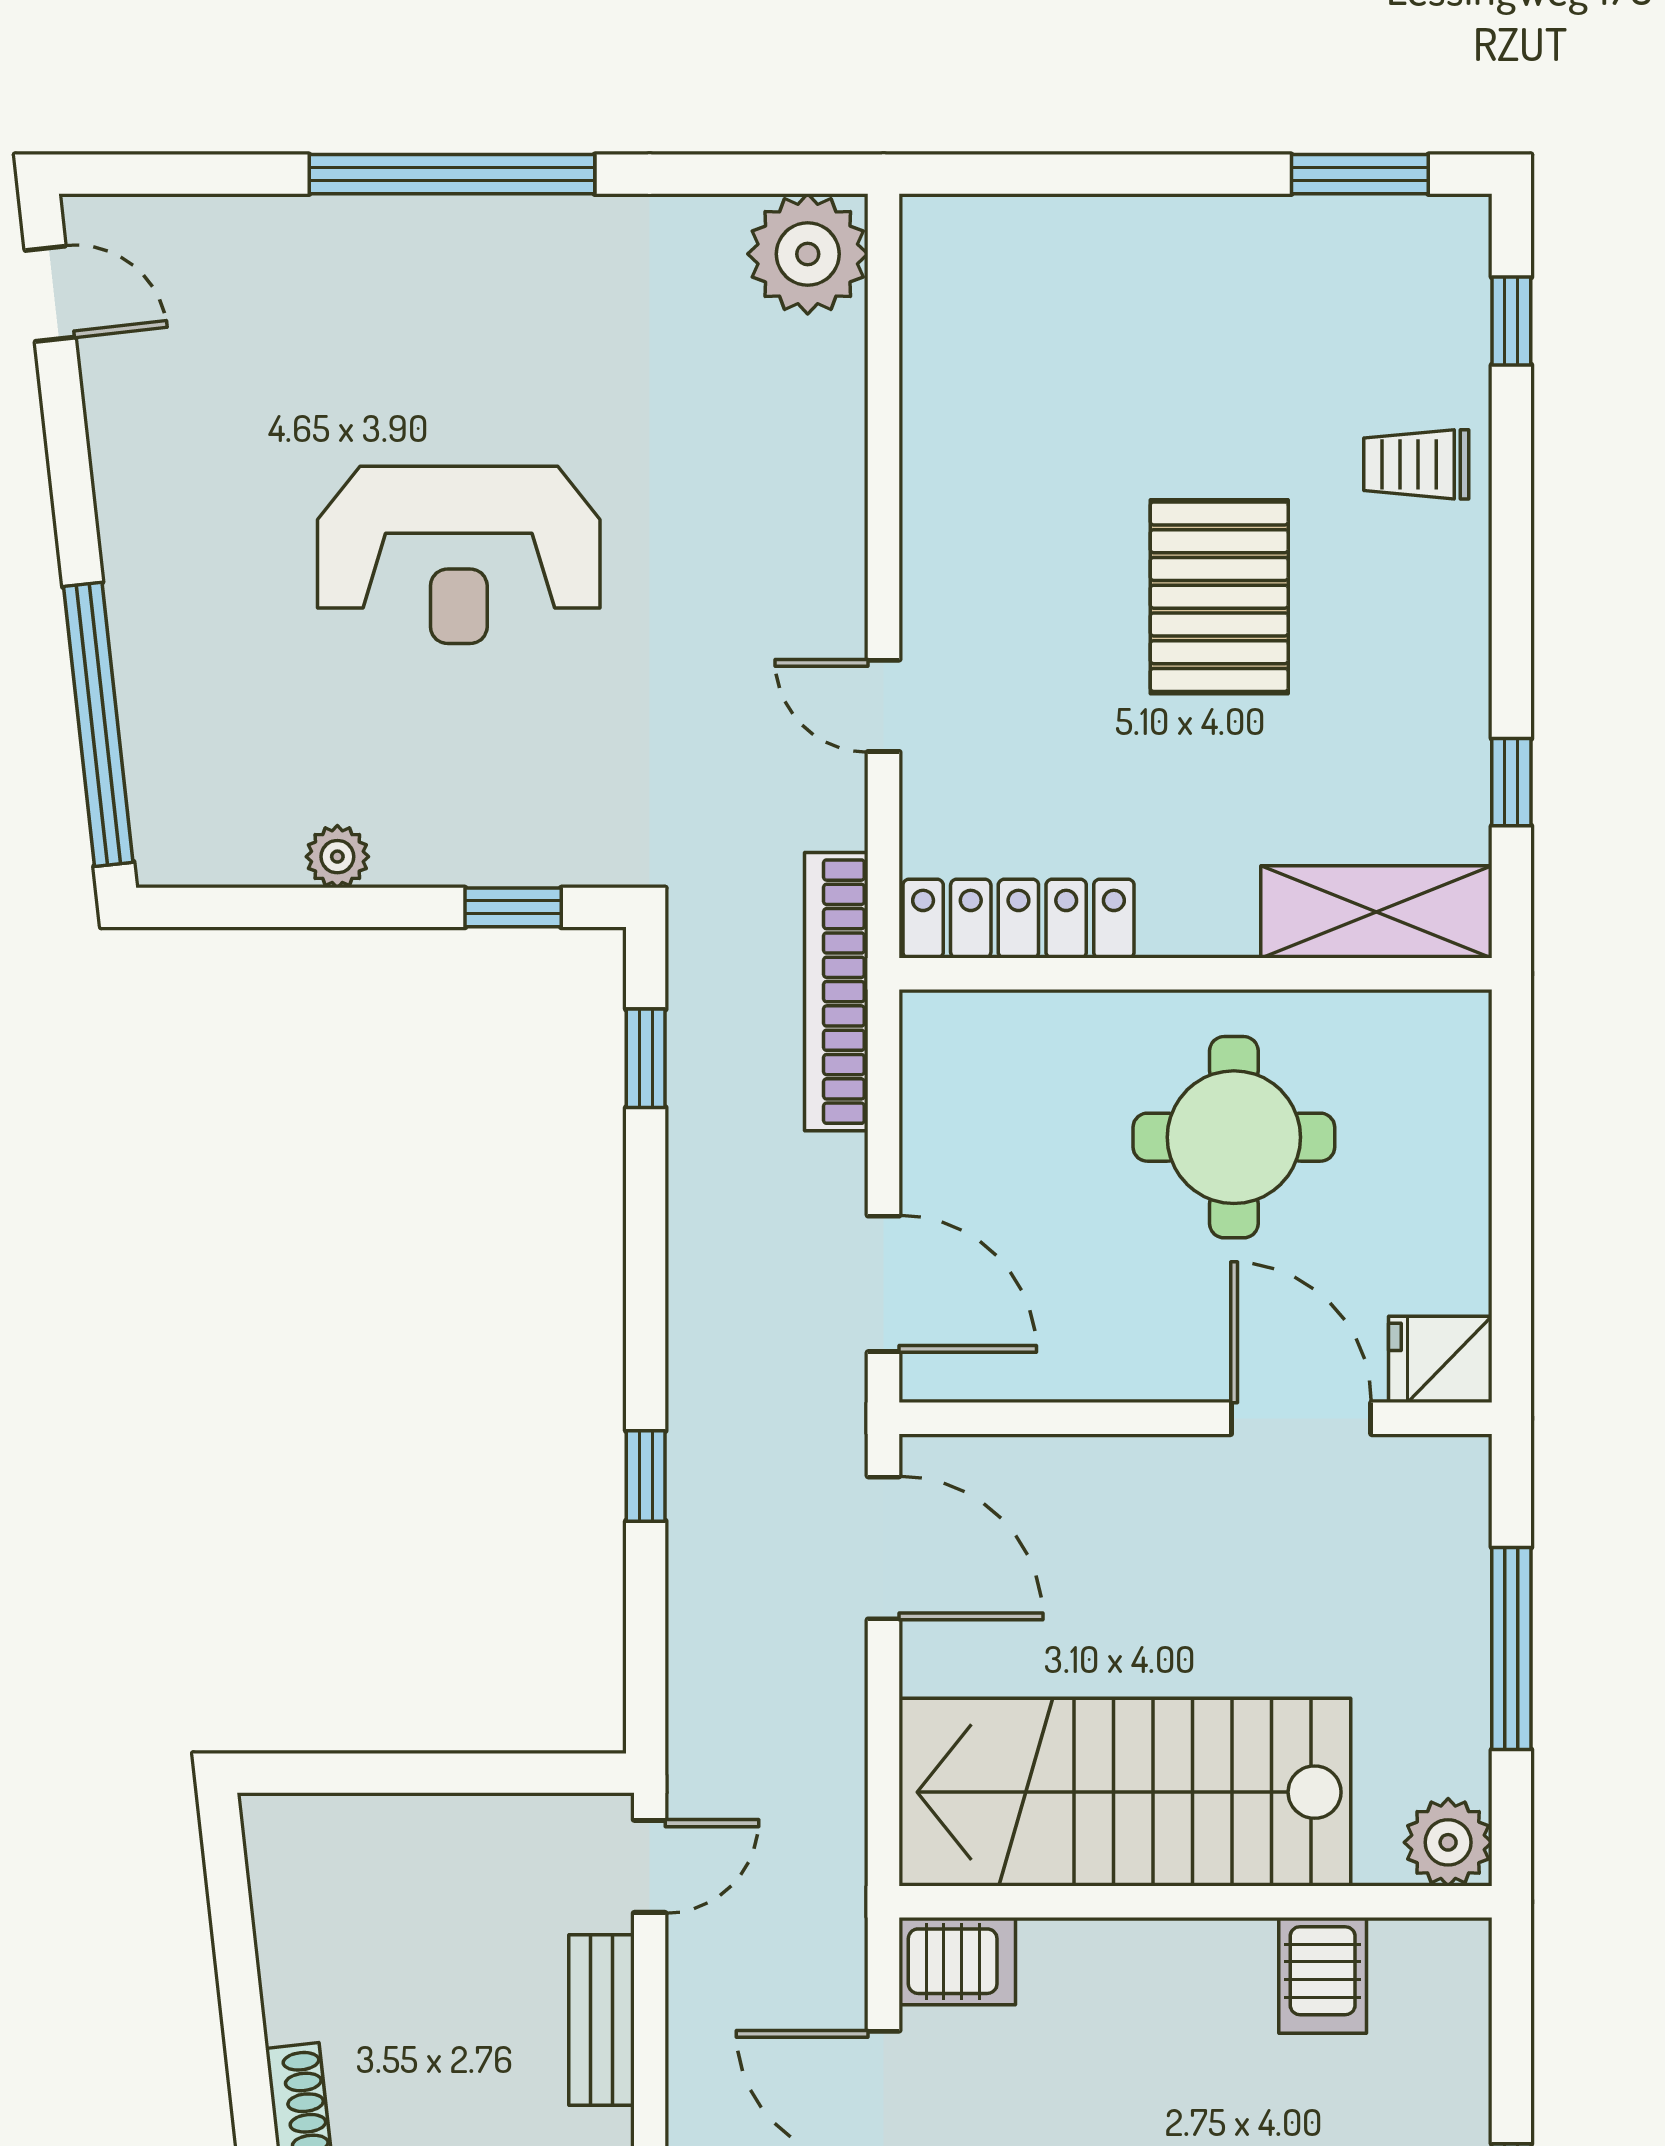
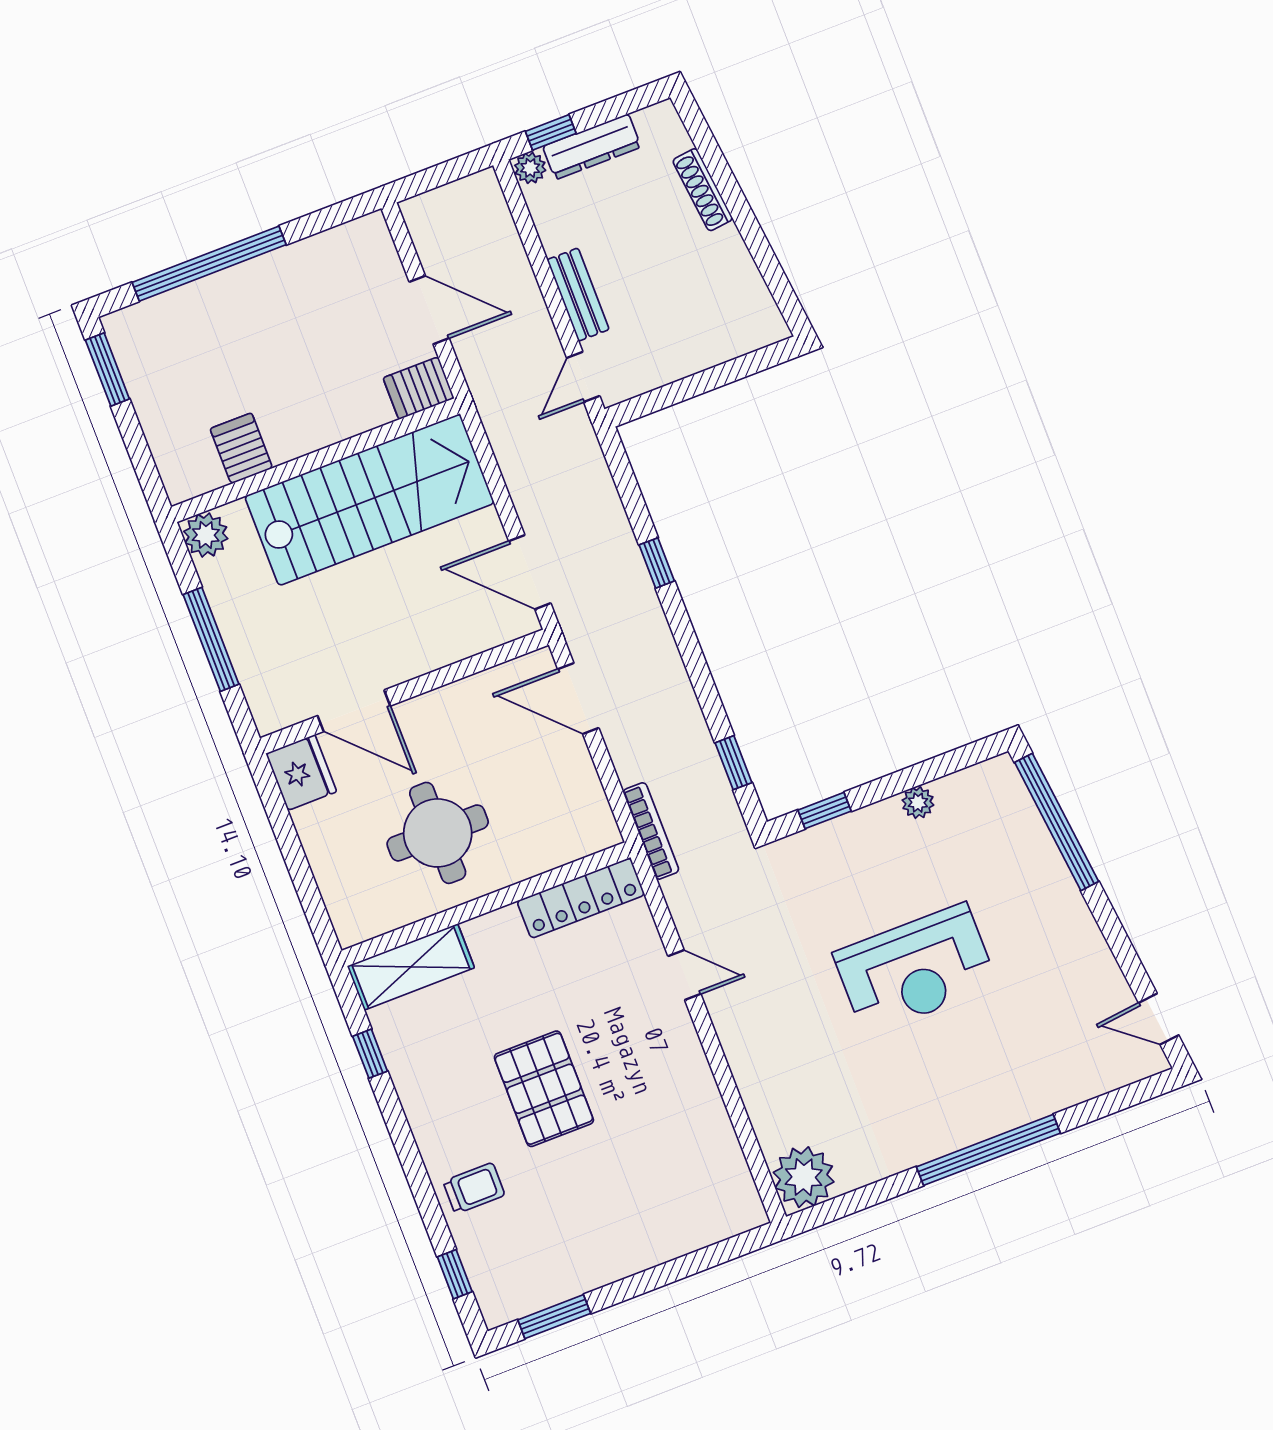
reception desk: (459, 555) -> (915, 969), turned 180
bookcase: (836, 992) -> (651, 831), width x0.68, depth x0.76
fridge: (1440, 1359) -> (301, 773), width x1.38

